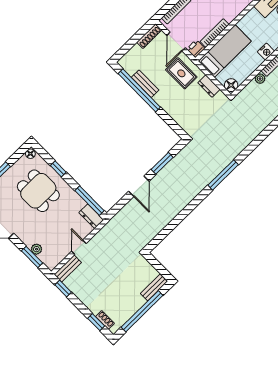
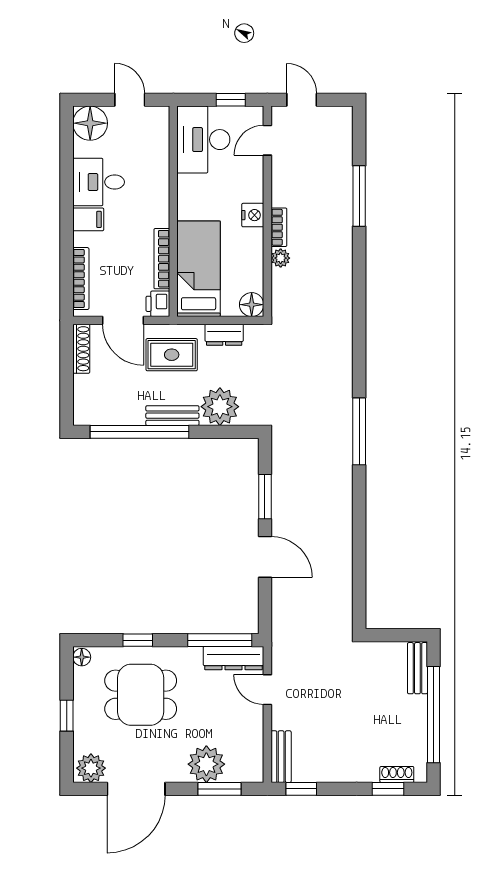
bench: (145, 84) -> (172, 416), moved
plant: (180, 112) -> (220, 407), added
dresser: (91, 216) -> (234, 658), width x1.44
door: (79, 247) -> (267, 690), moved
plant: (36, 249) -> (206, 764), width x1.87, depth x1.87

